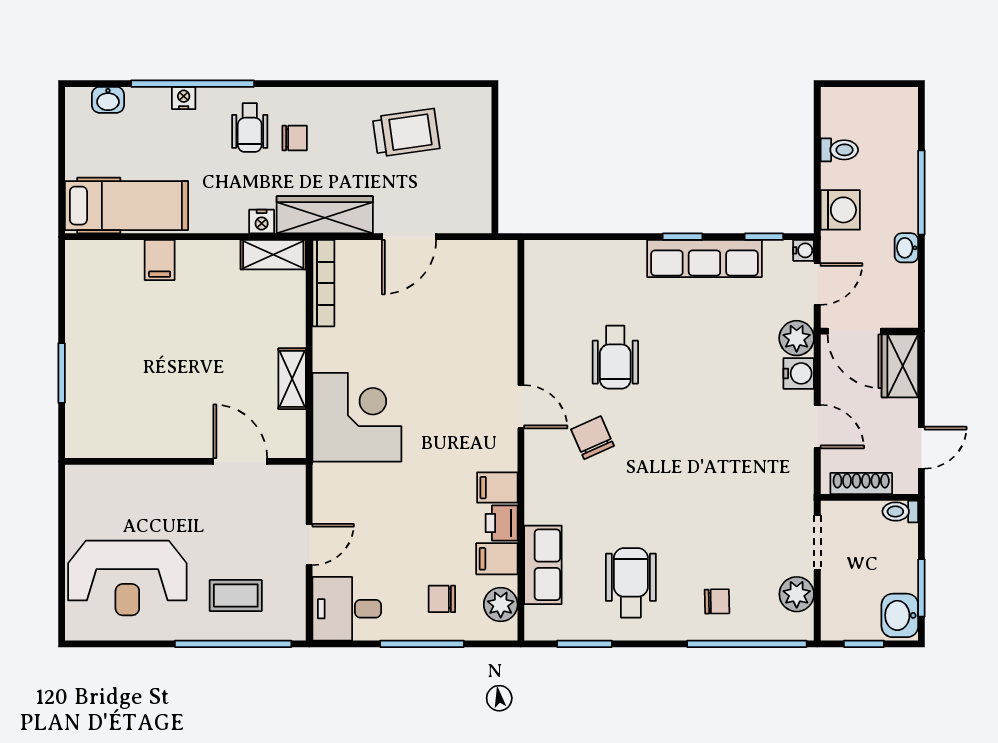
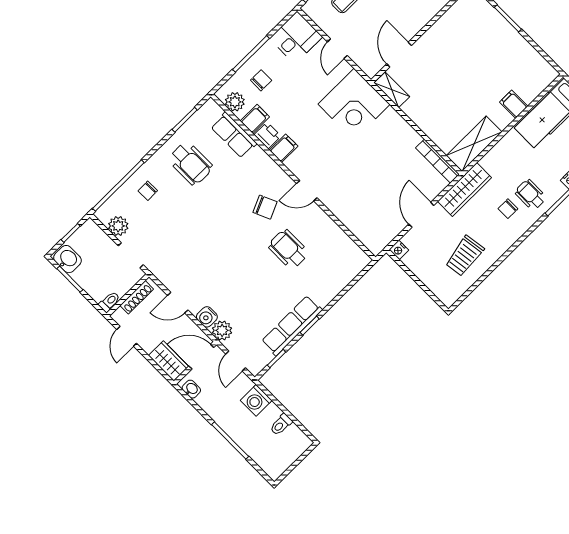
nightstand: (262, 222) -> (399, 250), moved, turned -90
washbasin: (906, 248) -> (191, 389), moved
water cooler: (804, 250) -> (255, 369), removed
shelving: (273, 255) -> (474, 144), width x1.50, depth x1.33
shelving: (292, 379) -> (392, 90), moved
corner desk: (357, 417) -> (354, 104), moved
door: (240, 461) -> (399, 55), swing flipped

